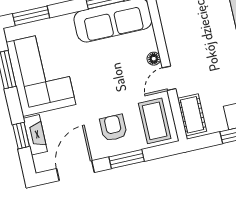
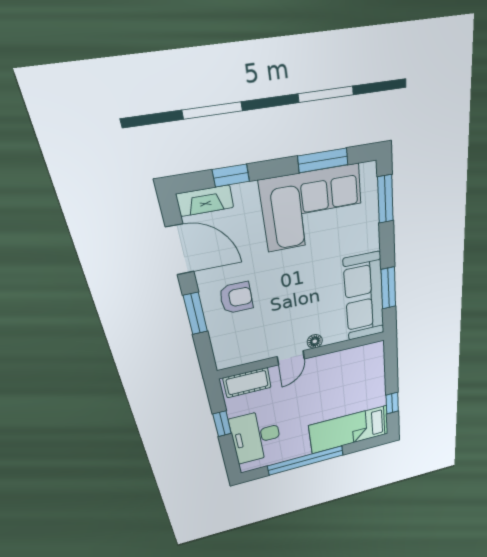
door: (169, 78) -> (291, 358), swing flipped
coffee table: (155, 121) -> (242, 344), removed
fireplace: (35, 135) -> (205, 201), moved

